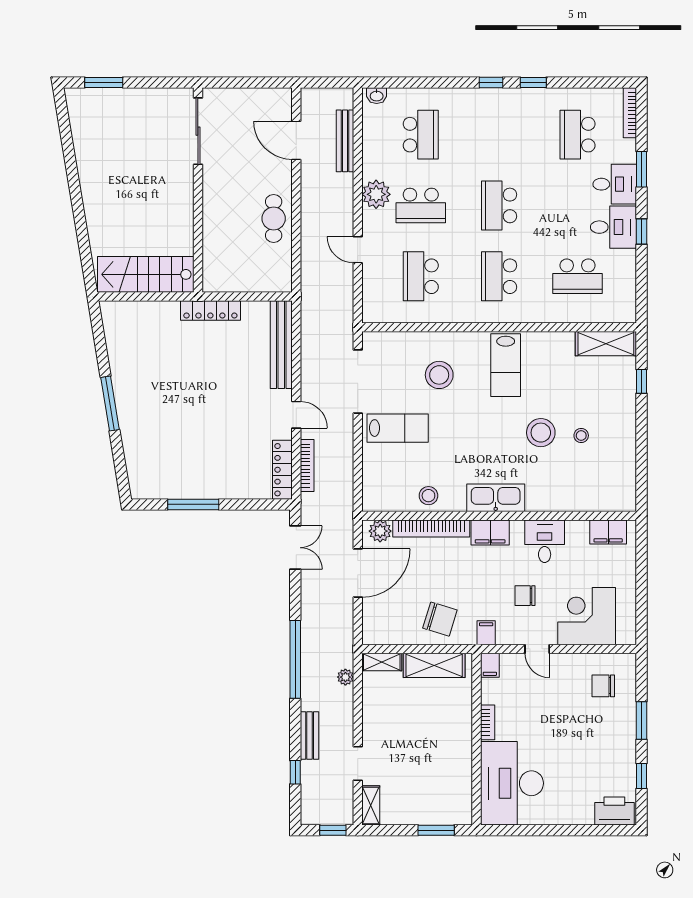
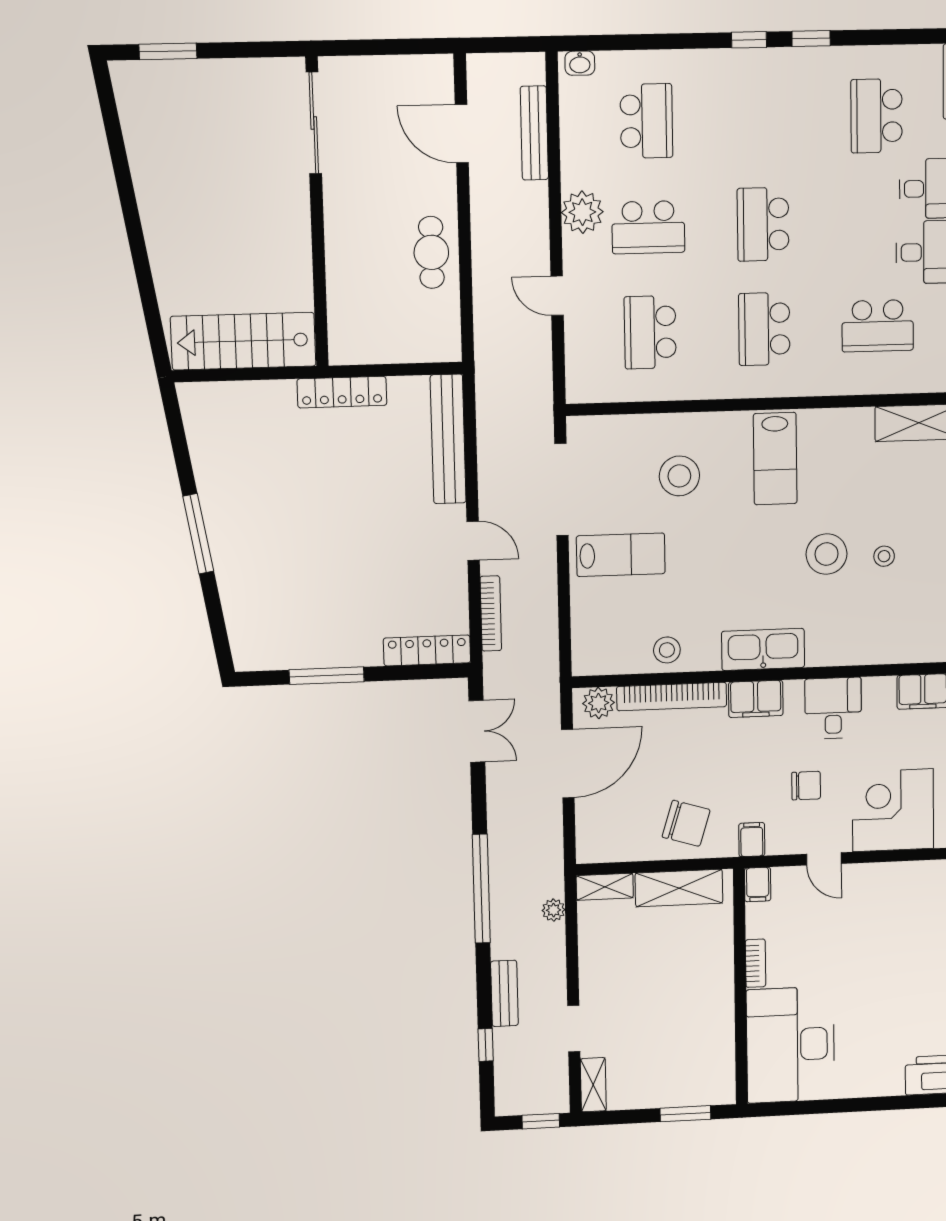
locker: (282, 470) -> (427, 650), moved, turned 90
chair: (525, 596) -> (806, 786), turned 180
chair: (603, 686) -> (917, 906), removed

